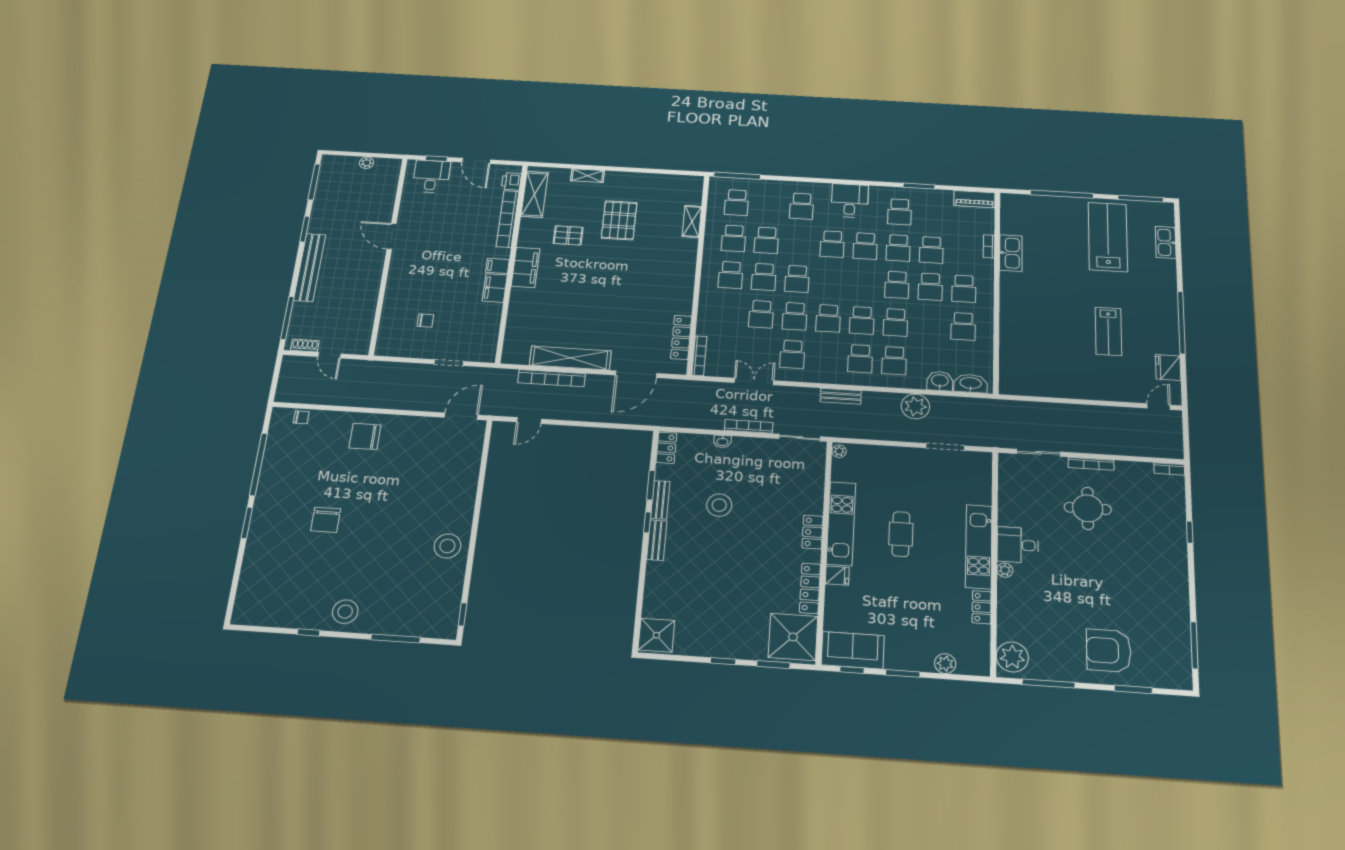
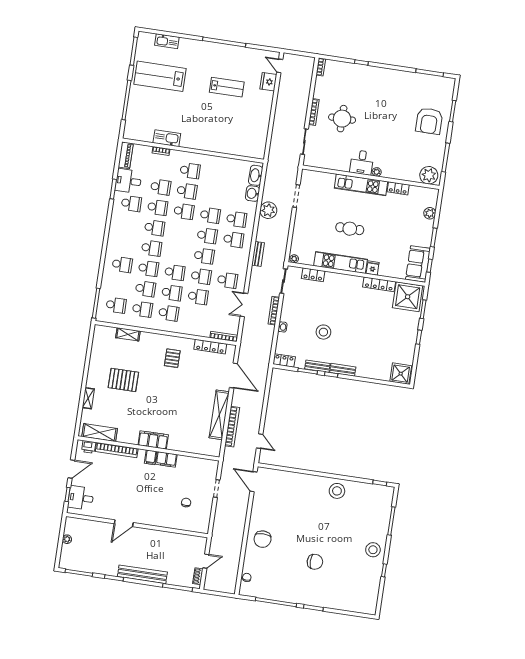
desk: (850, 201) -> (128, 181), moved
pallet: (568, 235) -> (172, 358), moved
school desk: (963, 326) -> (148, 268), moved
fridge: (1168, 367) -> (268, 82), moved, turned 90
locker: (813, 532) -> (313, 275), moved

